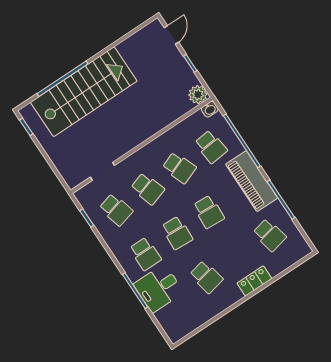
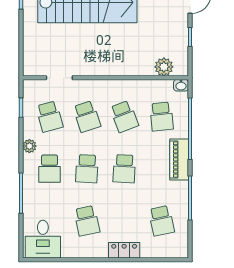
plant: (198, 95) -> (164, 67), moved
piano: (252, 181) -> (179, 159), width x0.73, depth x0.75
plant: (116, 246) -> (29, 146), added
desk: (159, 288) -> (43, 239), moved, turned -90

